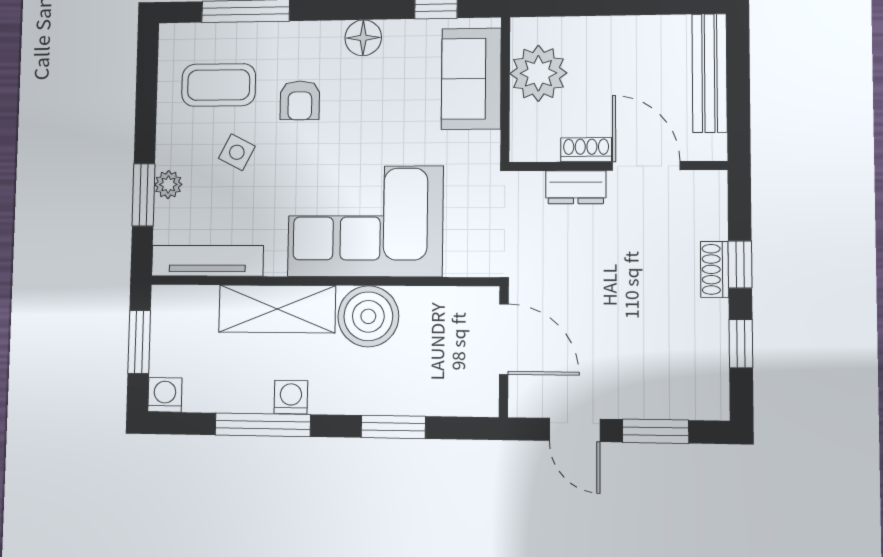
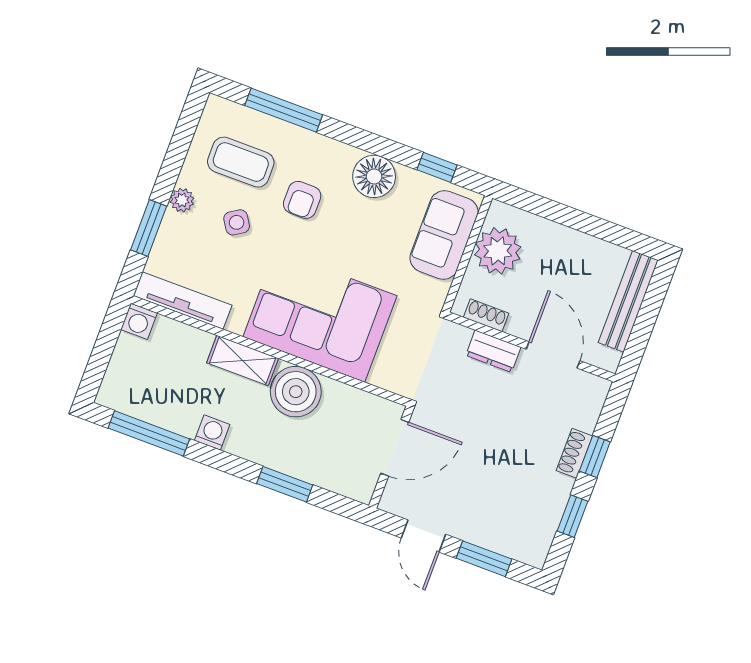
floor lamp: (363, 38) -> (374, 176), width x1.38, depth x1.38
shoe rack: (586, 150) -> (486, 315), moved
side table: (237, 152) -> (237, 222), turned 30
plant: (168, 184) -> (182, 200), moved
shelving: (277, 309) -> (243, 361), width x0.67, depth x0.75
door: (504, 339) -> (395, 448), hinge flipped
window: (139, 342) -> (105, 345), removed
washing machine: (165, 395) -> (139, 321), moved, turned 180
window: (263, 425) -> (149, 433), moved

